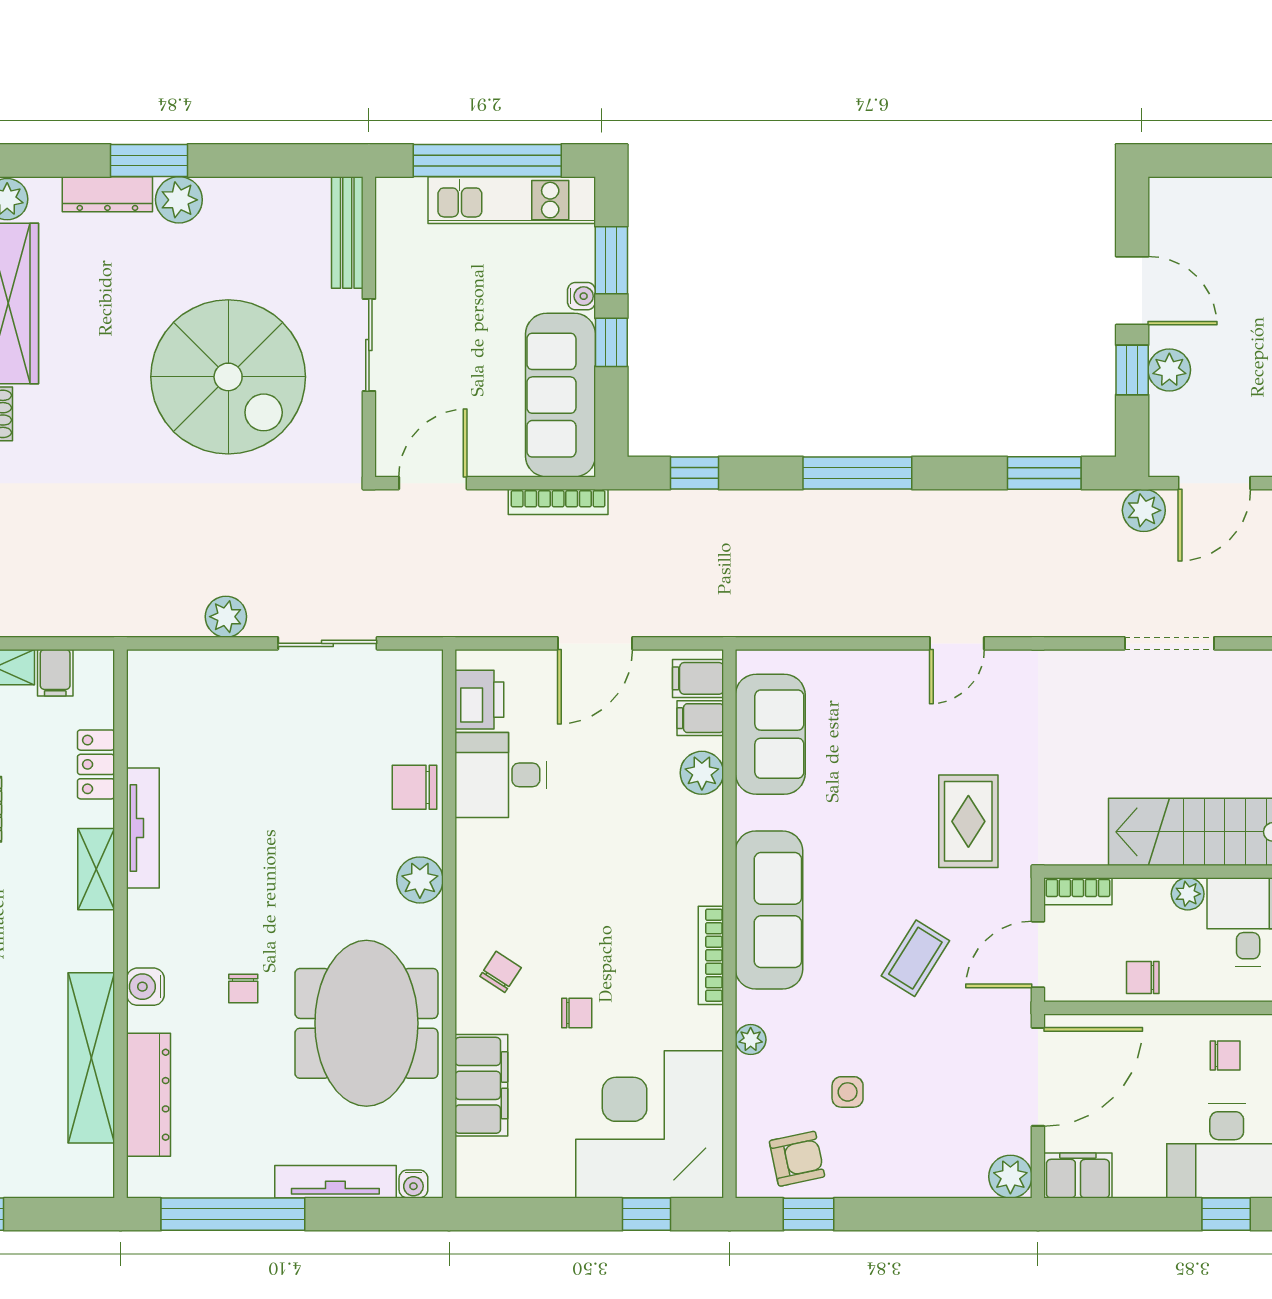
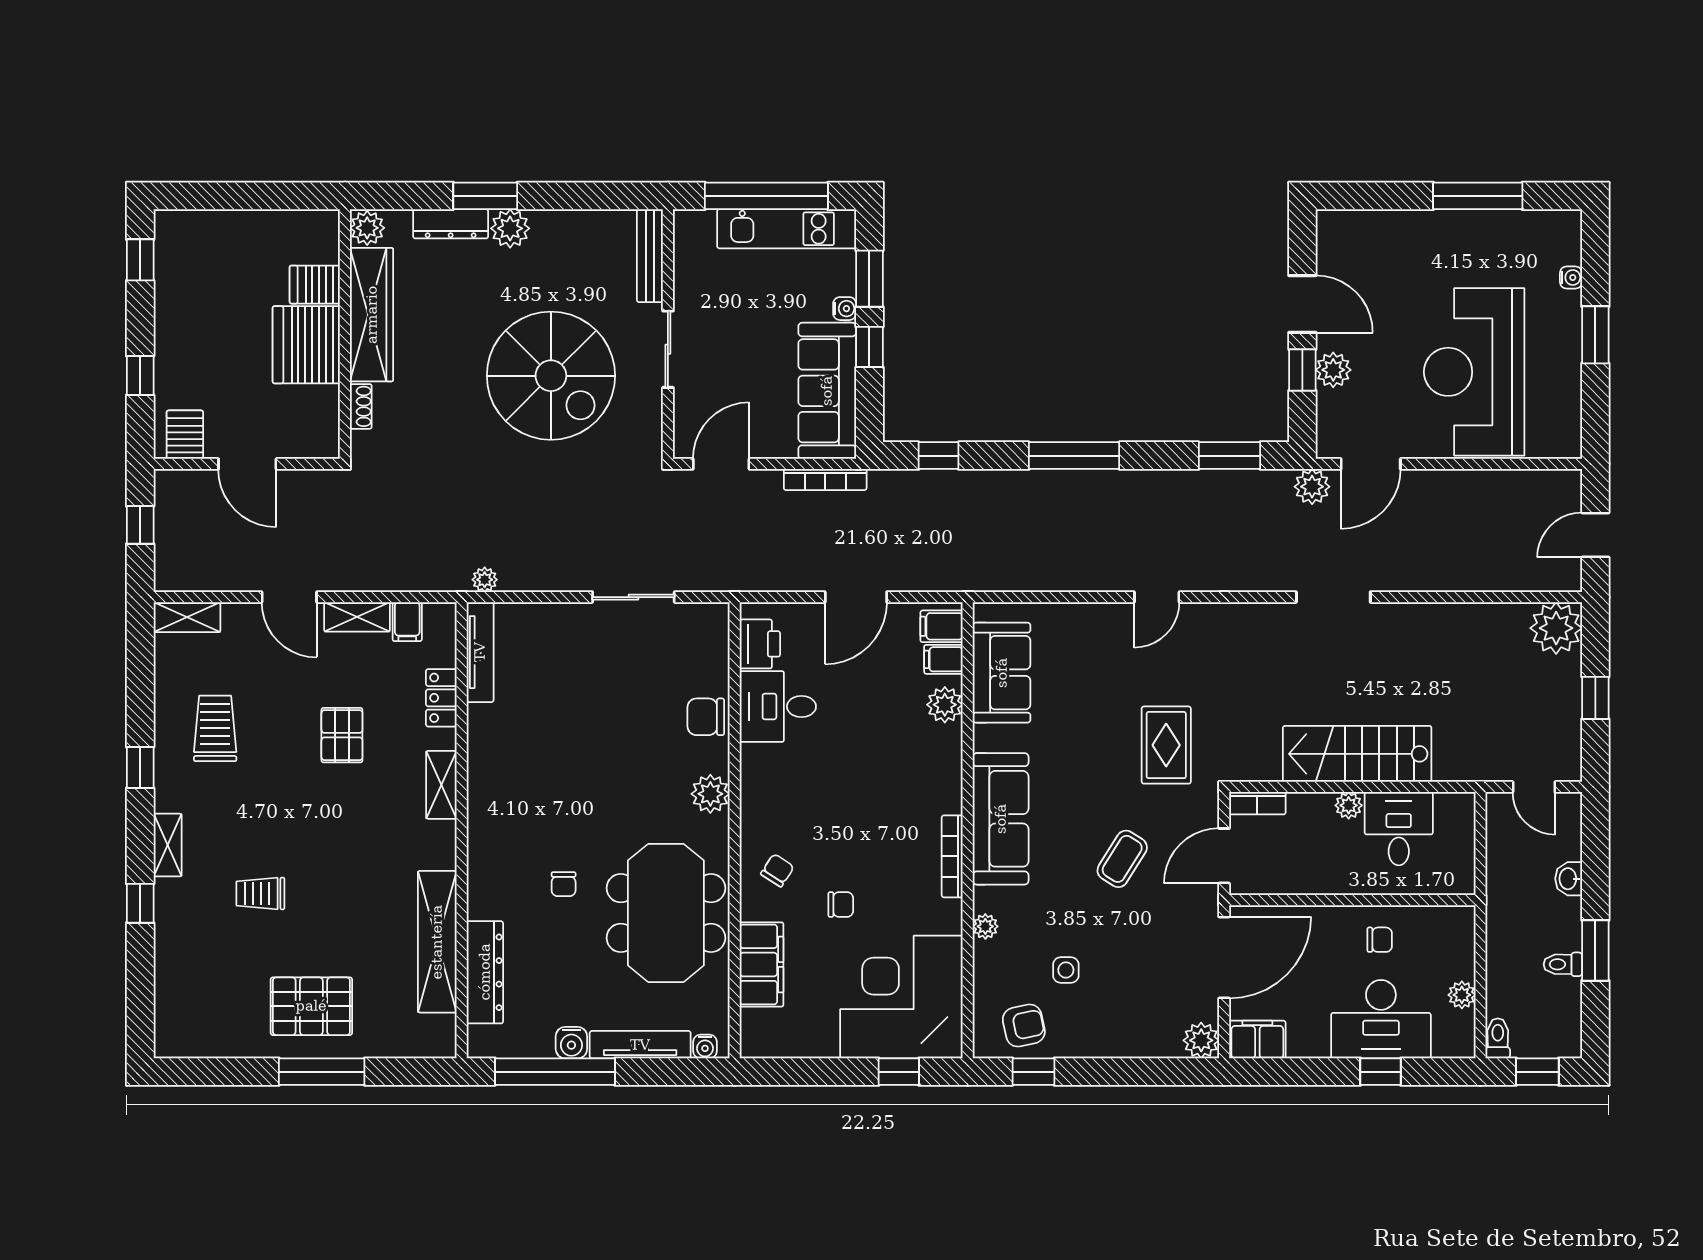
plant: (226, 617) -> (485, 580), moved, width x0.73, depth x0.73
tv unit: (143, 828) -> (480, 652), moved
chair: (1143, 978) -> (1311, 875), removed
water cooler: (145, 987) -> (571, 1043), moved, turned -90

